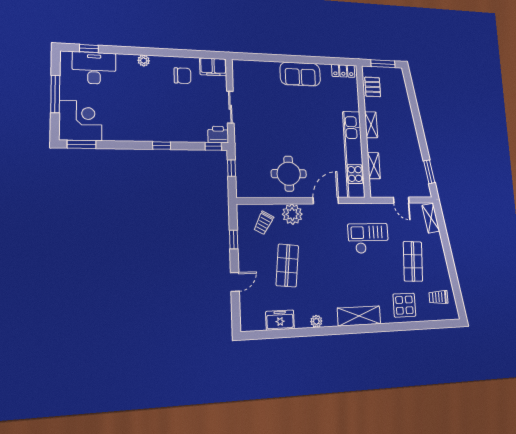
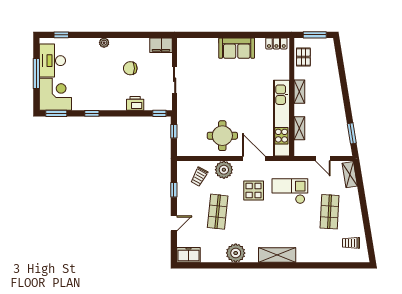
desk: (94, 68) -> (52, 61), moved, turned -90
chair: (183, 76) -> (130, 68), moved, turned 180
printer: (218, 135) -> (135, 103), moved
window: (162, 146) -> (92, 113), moved
door: (326, 201) -> (254, 159), hinge flipped
display table: (404, 305) -> (254, 190), moved
freezer: (280, 320) -> (188, 255), moved
plant: (316, 321) -> (236, 253), width x1.88, depth x1.88

